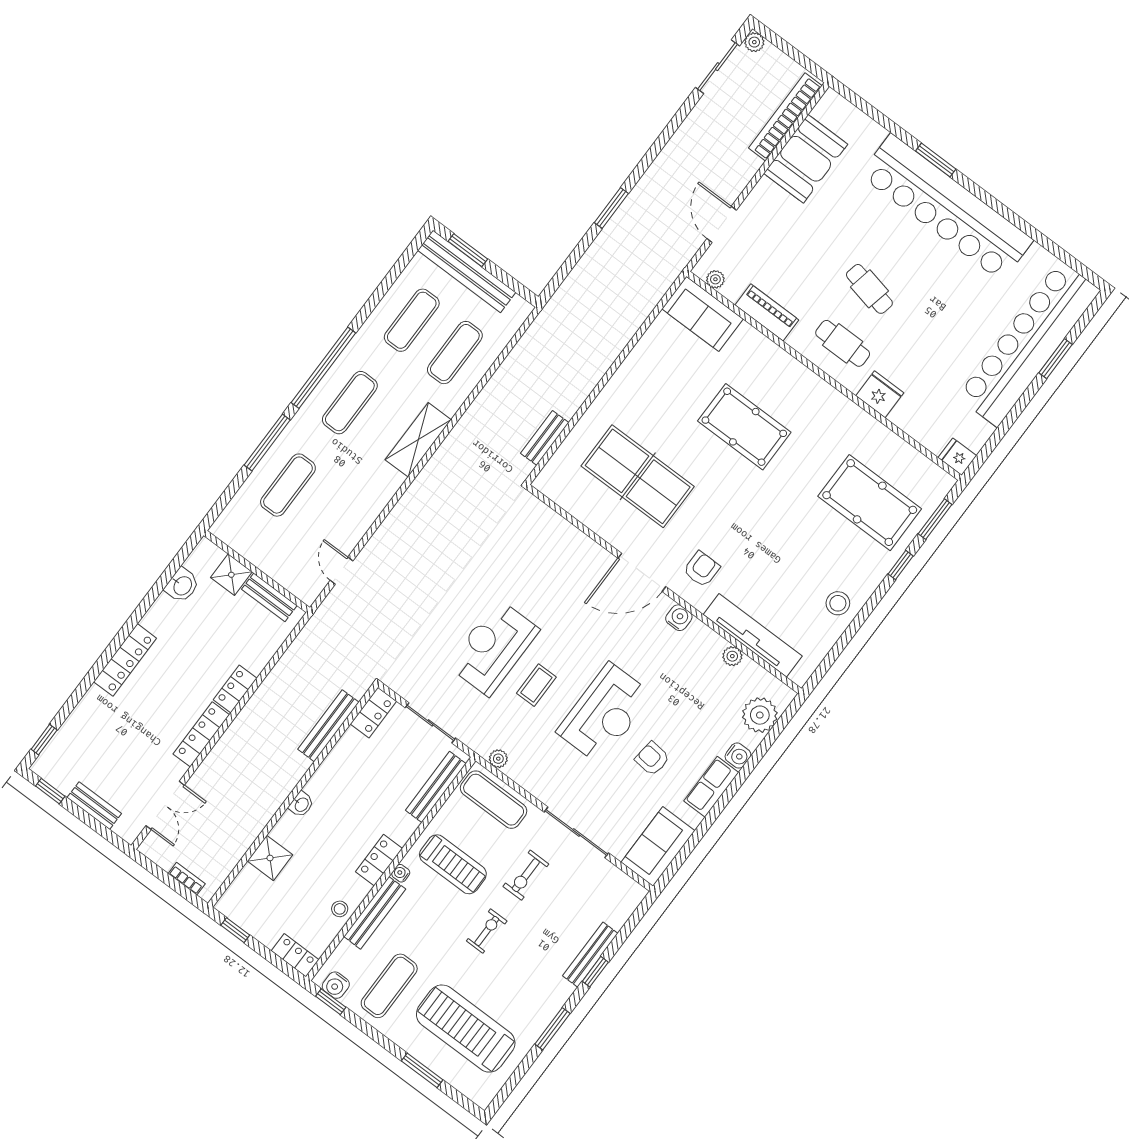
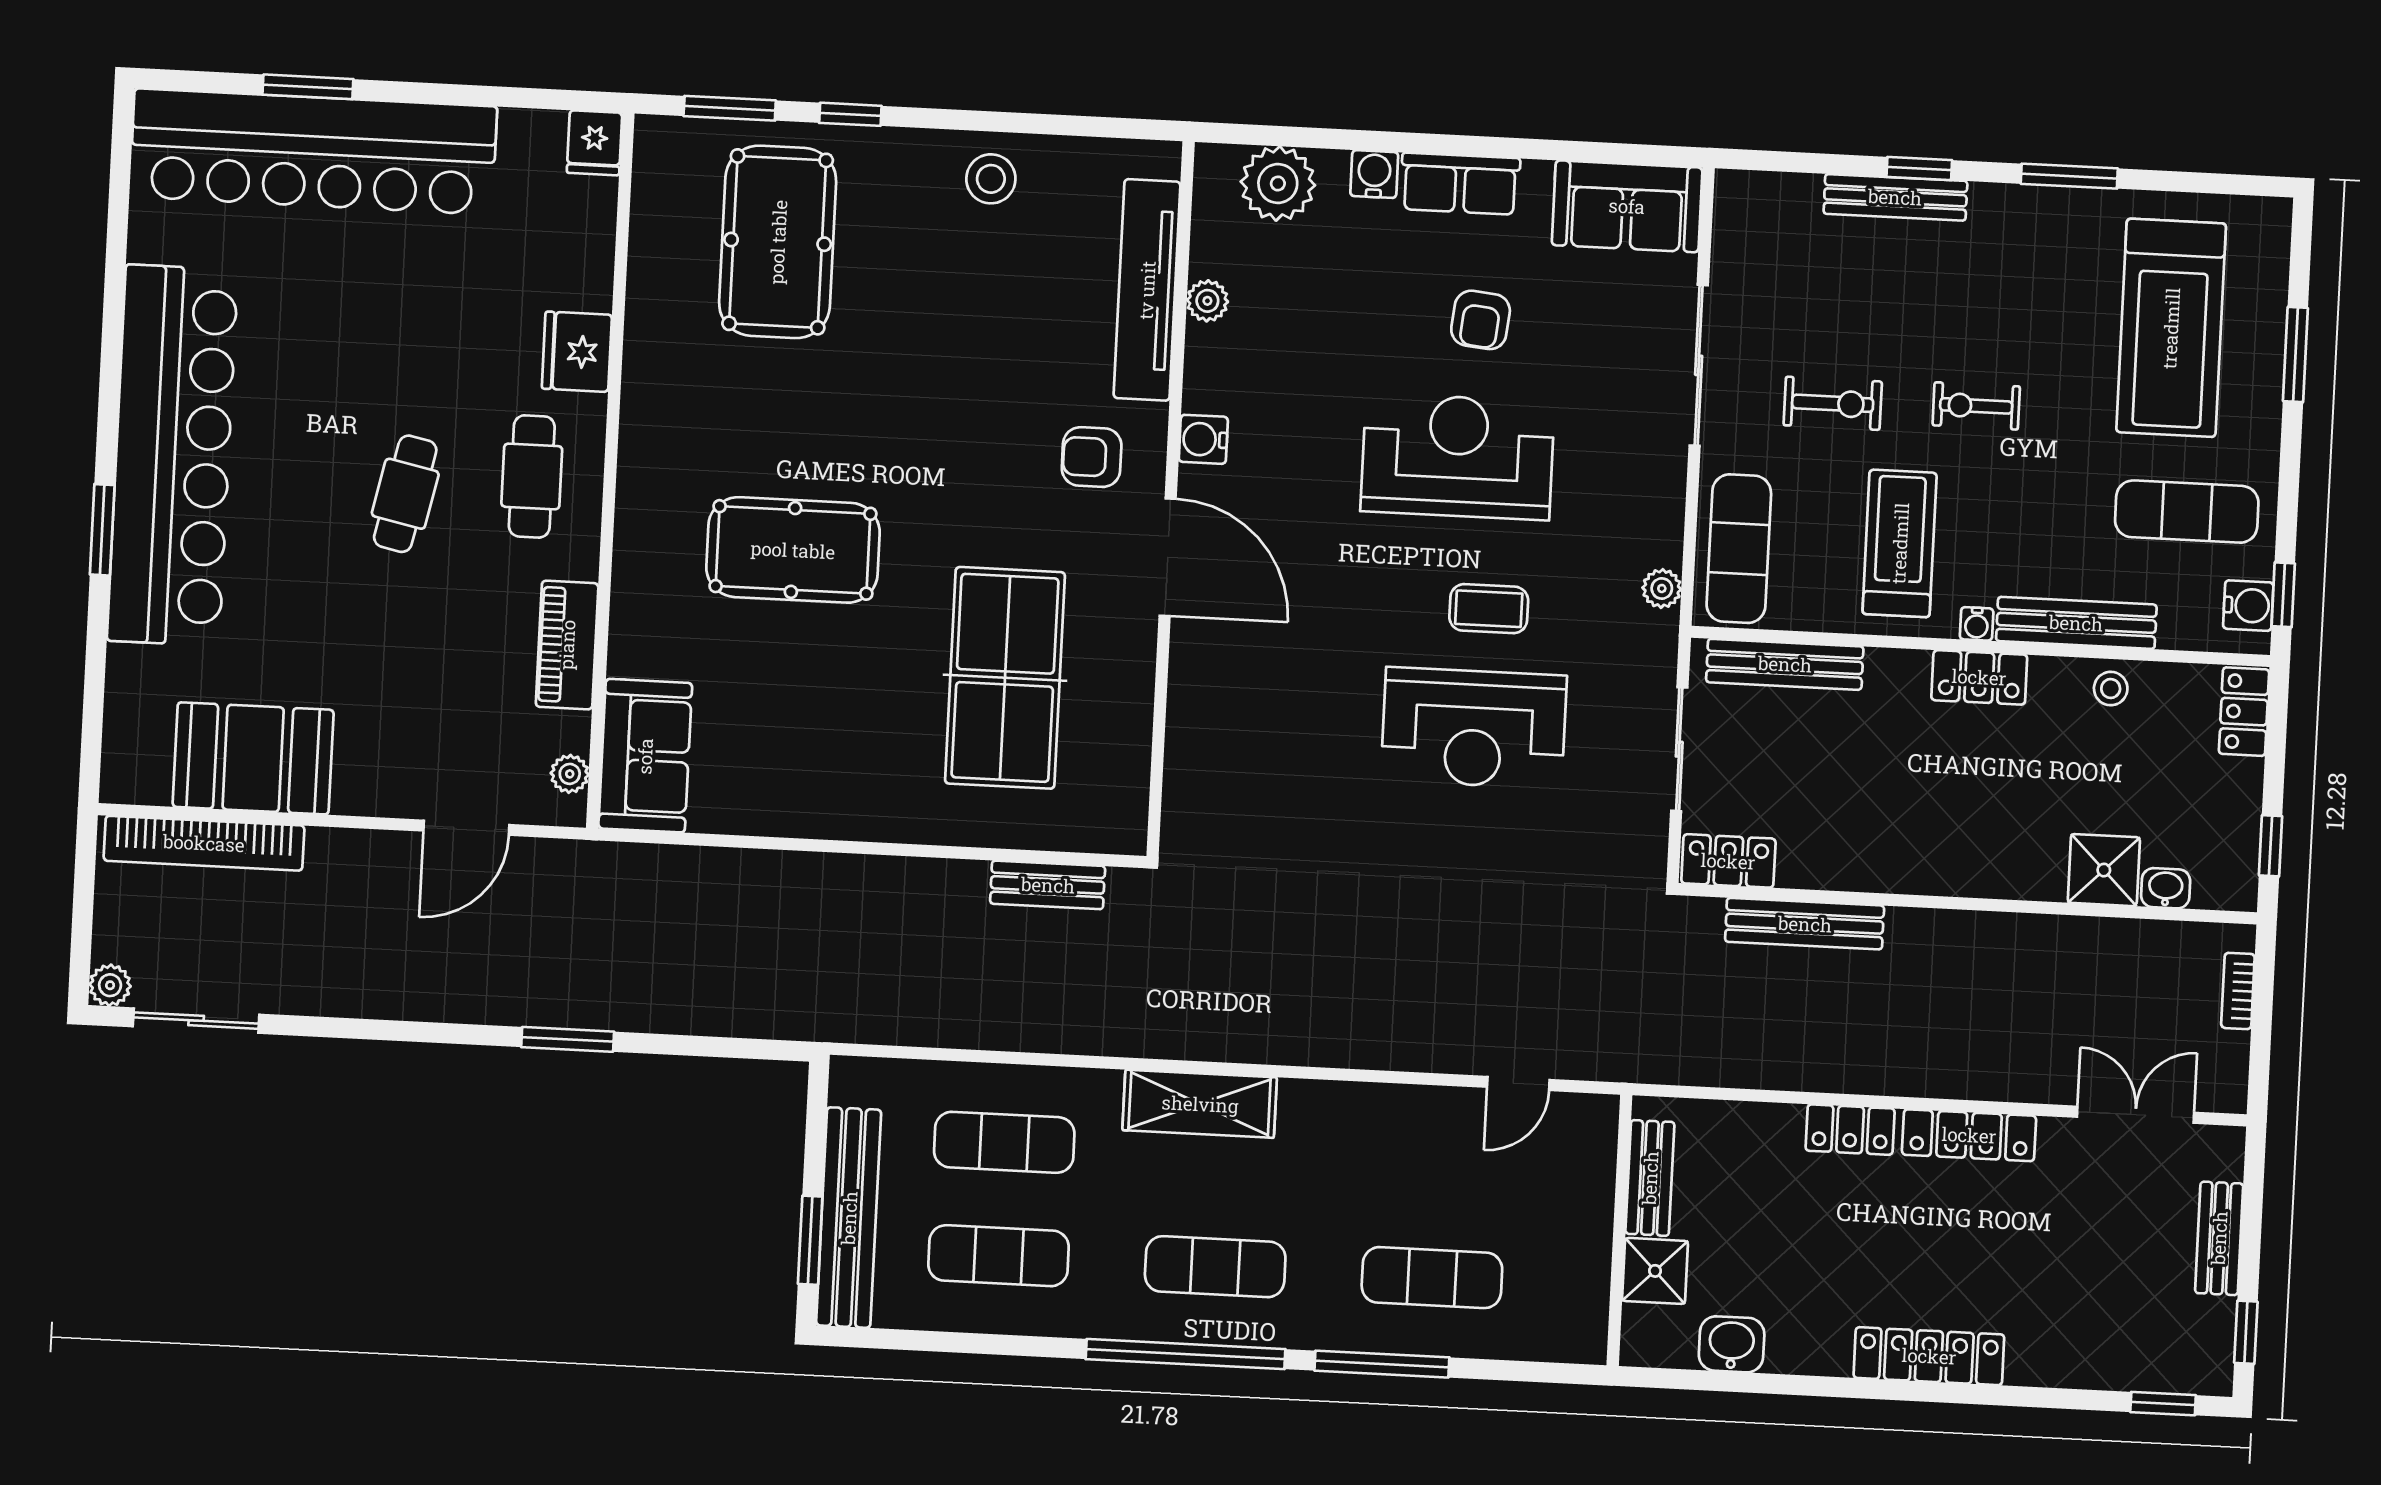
pool table: (744, 427) -> (793, 550), turned 90
washbasin: (301, 804) -> (2166, 888), moved

